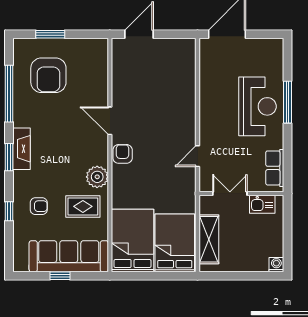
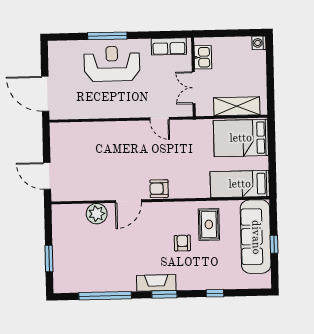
armchair: (48, 75) -> (87, 259), removed
plant: (97, 177) -> (97, 214), moved
armchair: (39, 206) -> (182, 243), moved
bed: (133, 241) -> (240, 184), width x0.67

